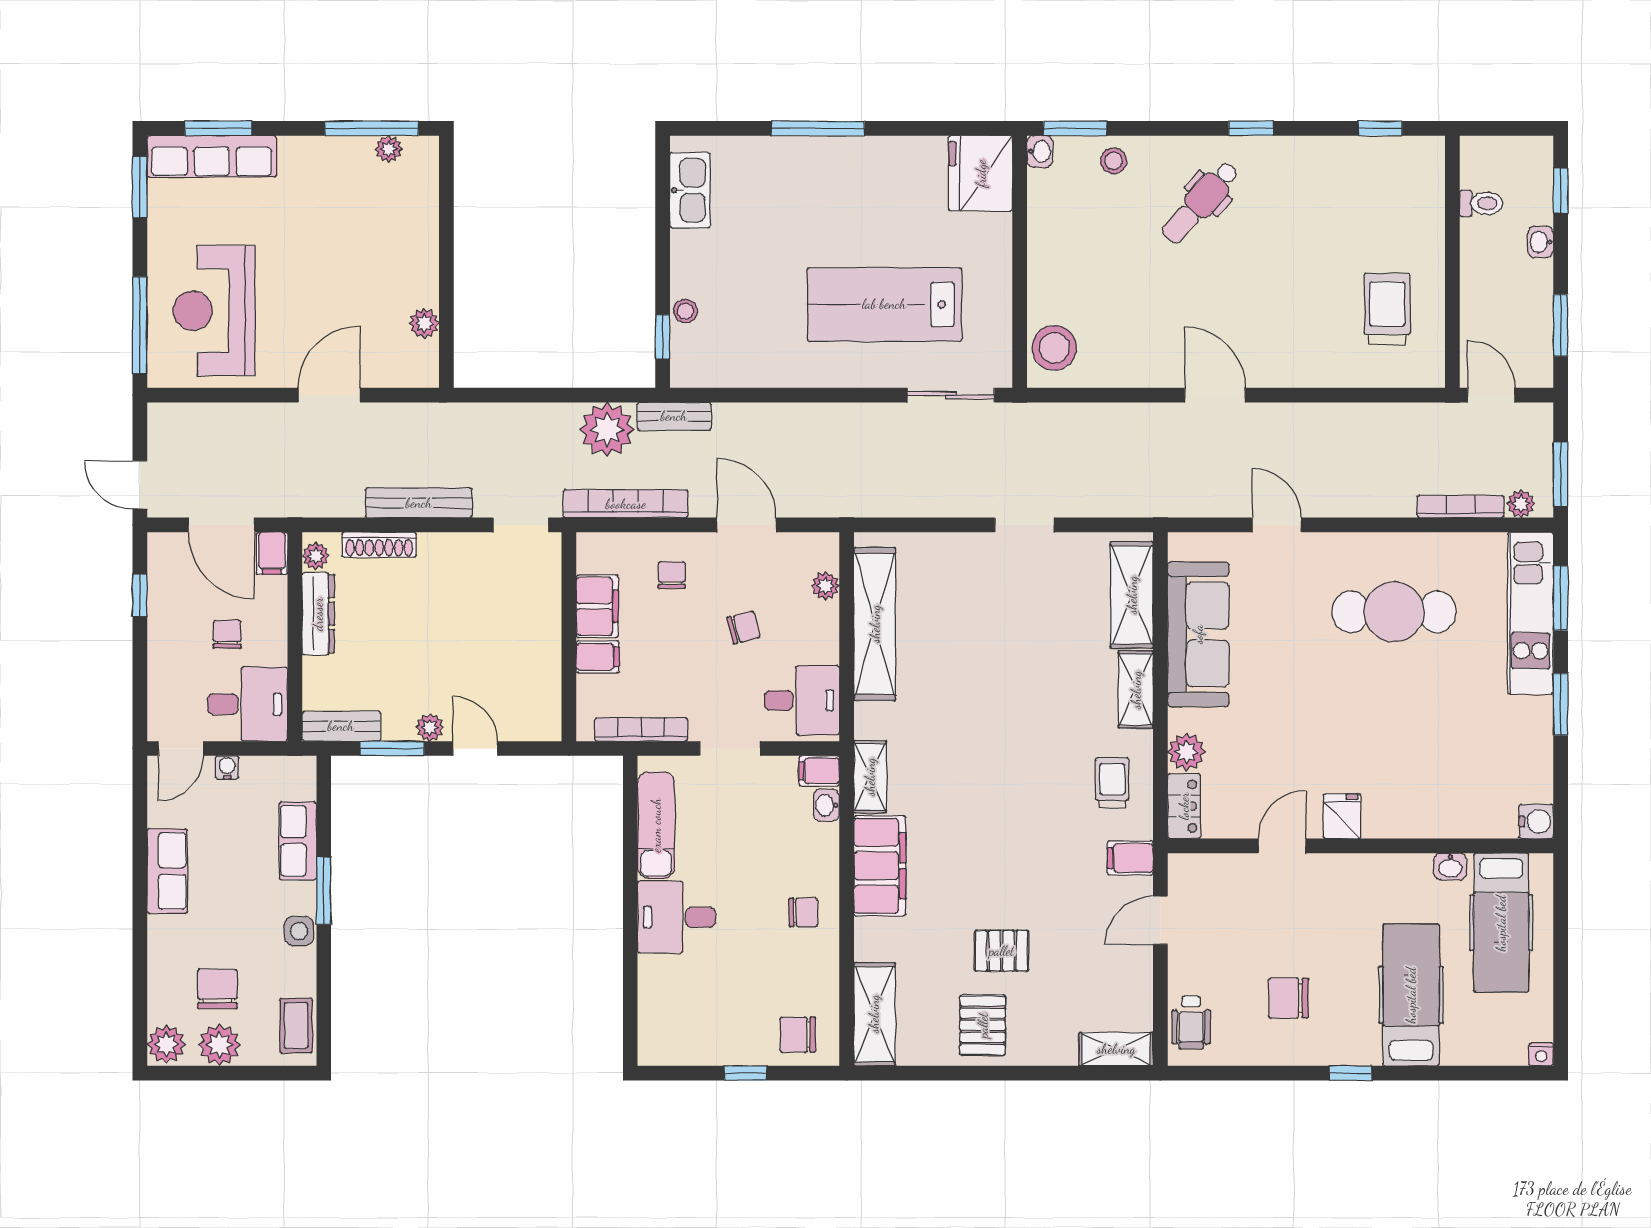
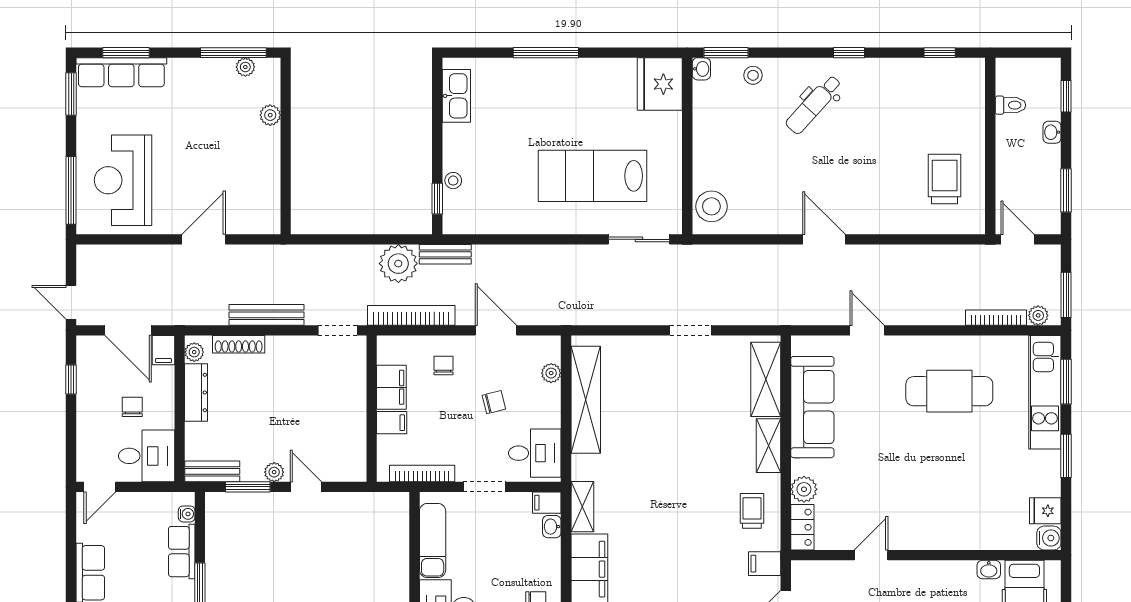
plant: (424, 323) -> (270, 115), moved
water cooler: (227, 767) -> (187, 514), moved, turned 90
fridge: (1342, 816) -> (1045, 511), moved, turned -90

